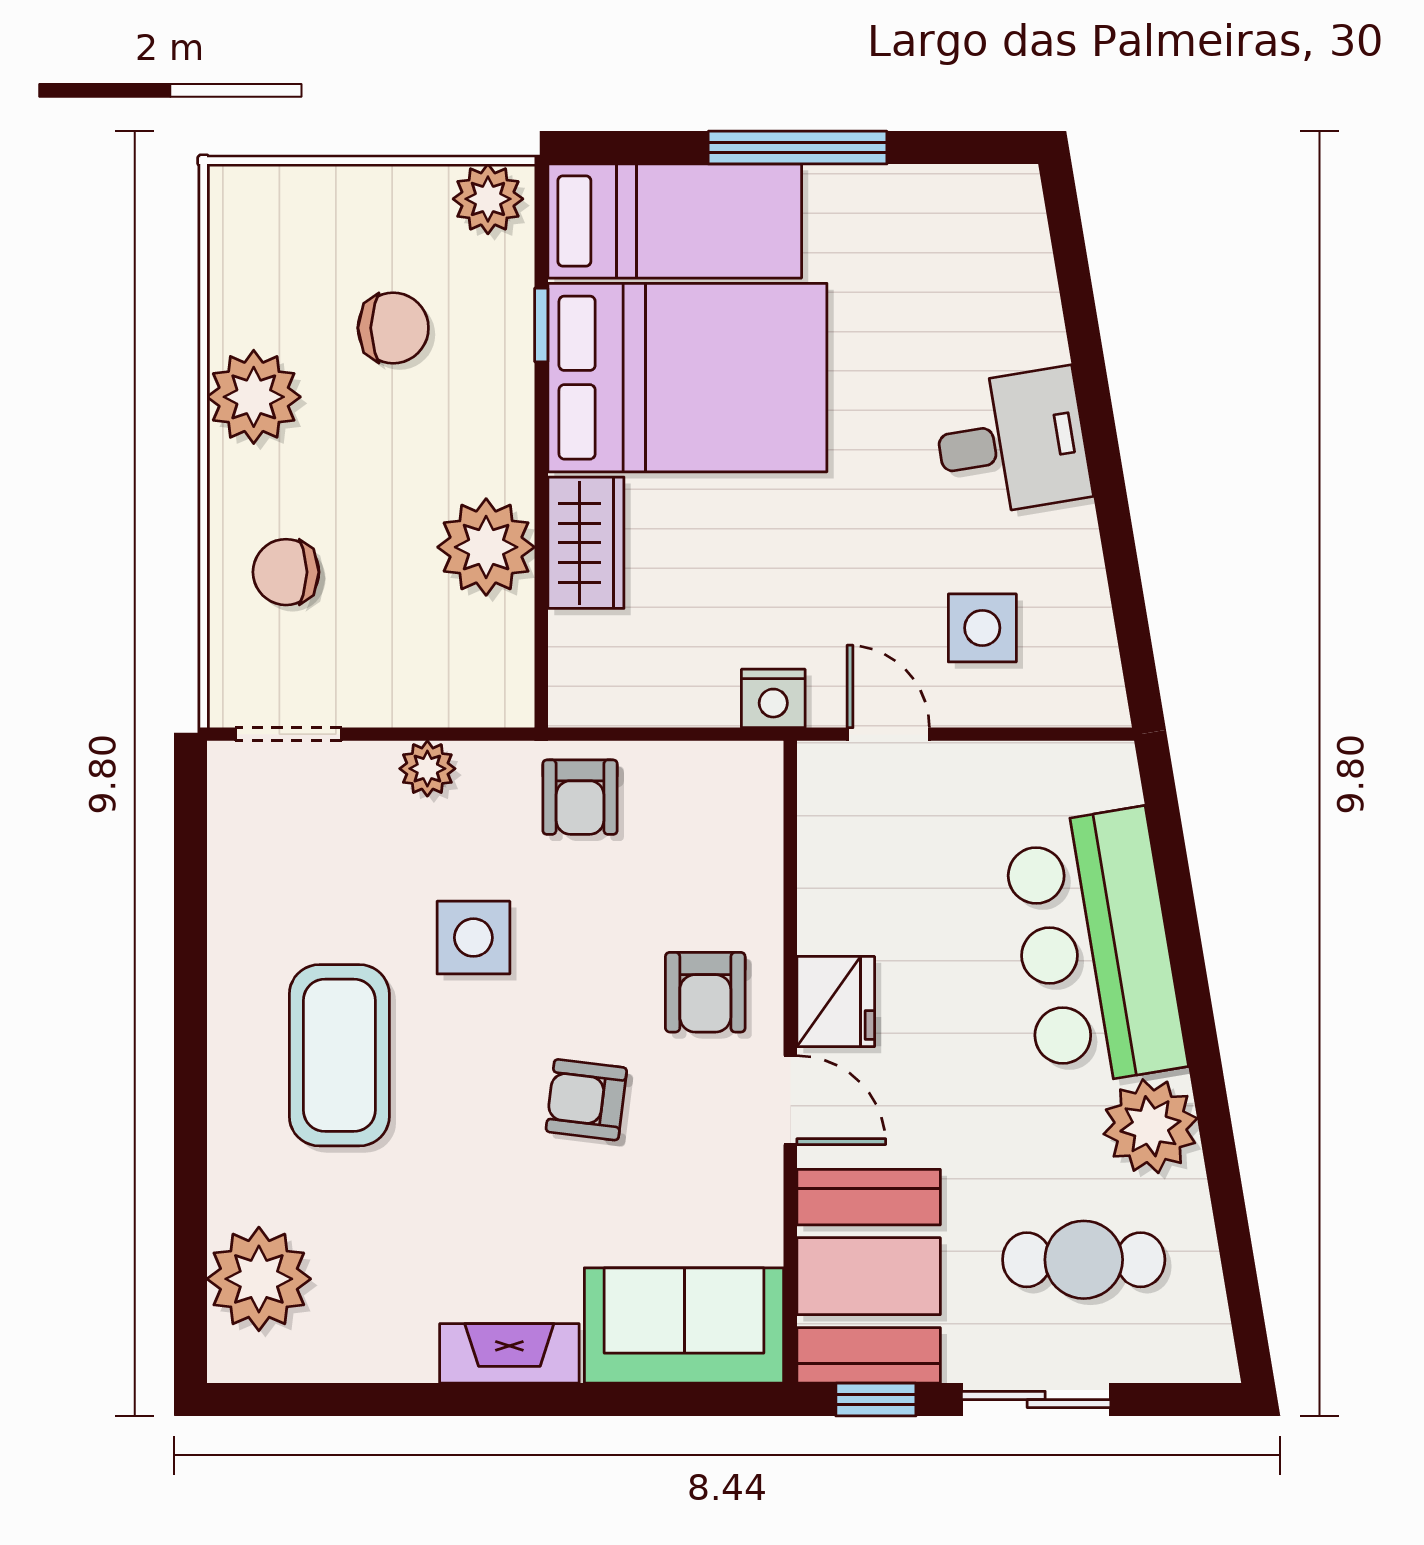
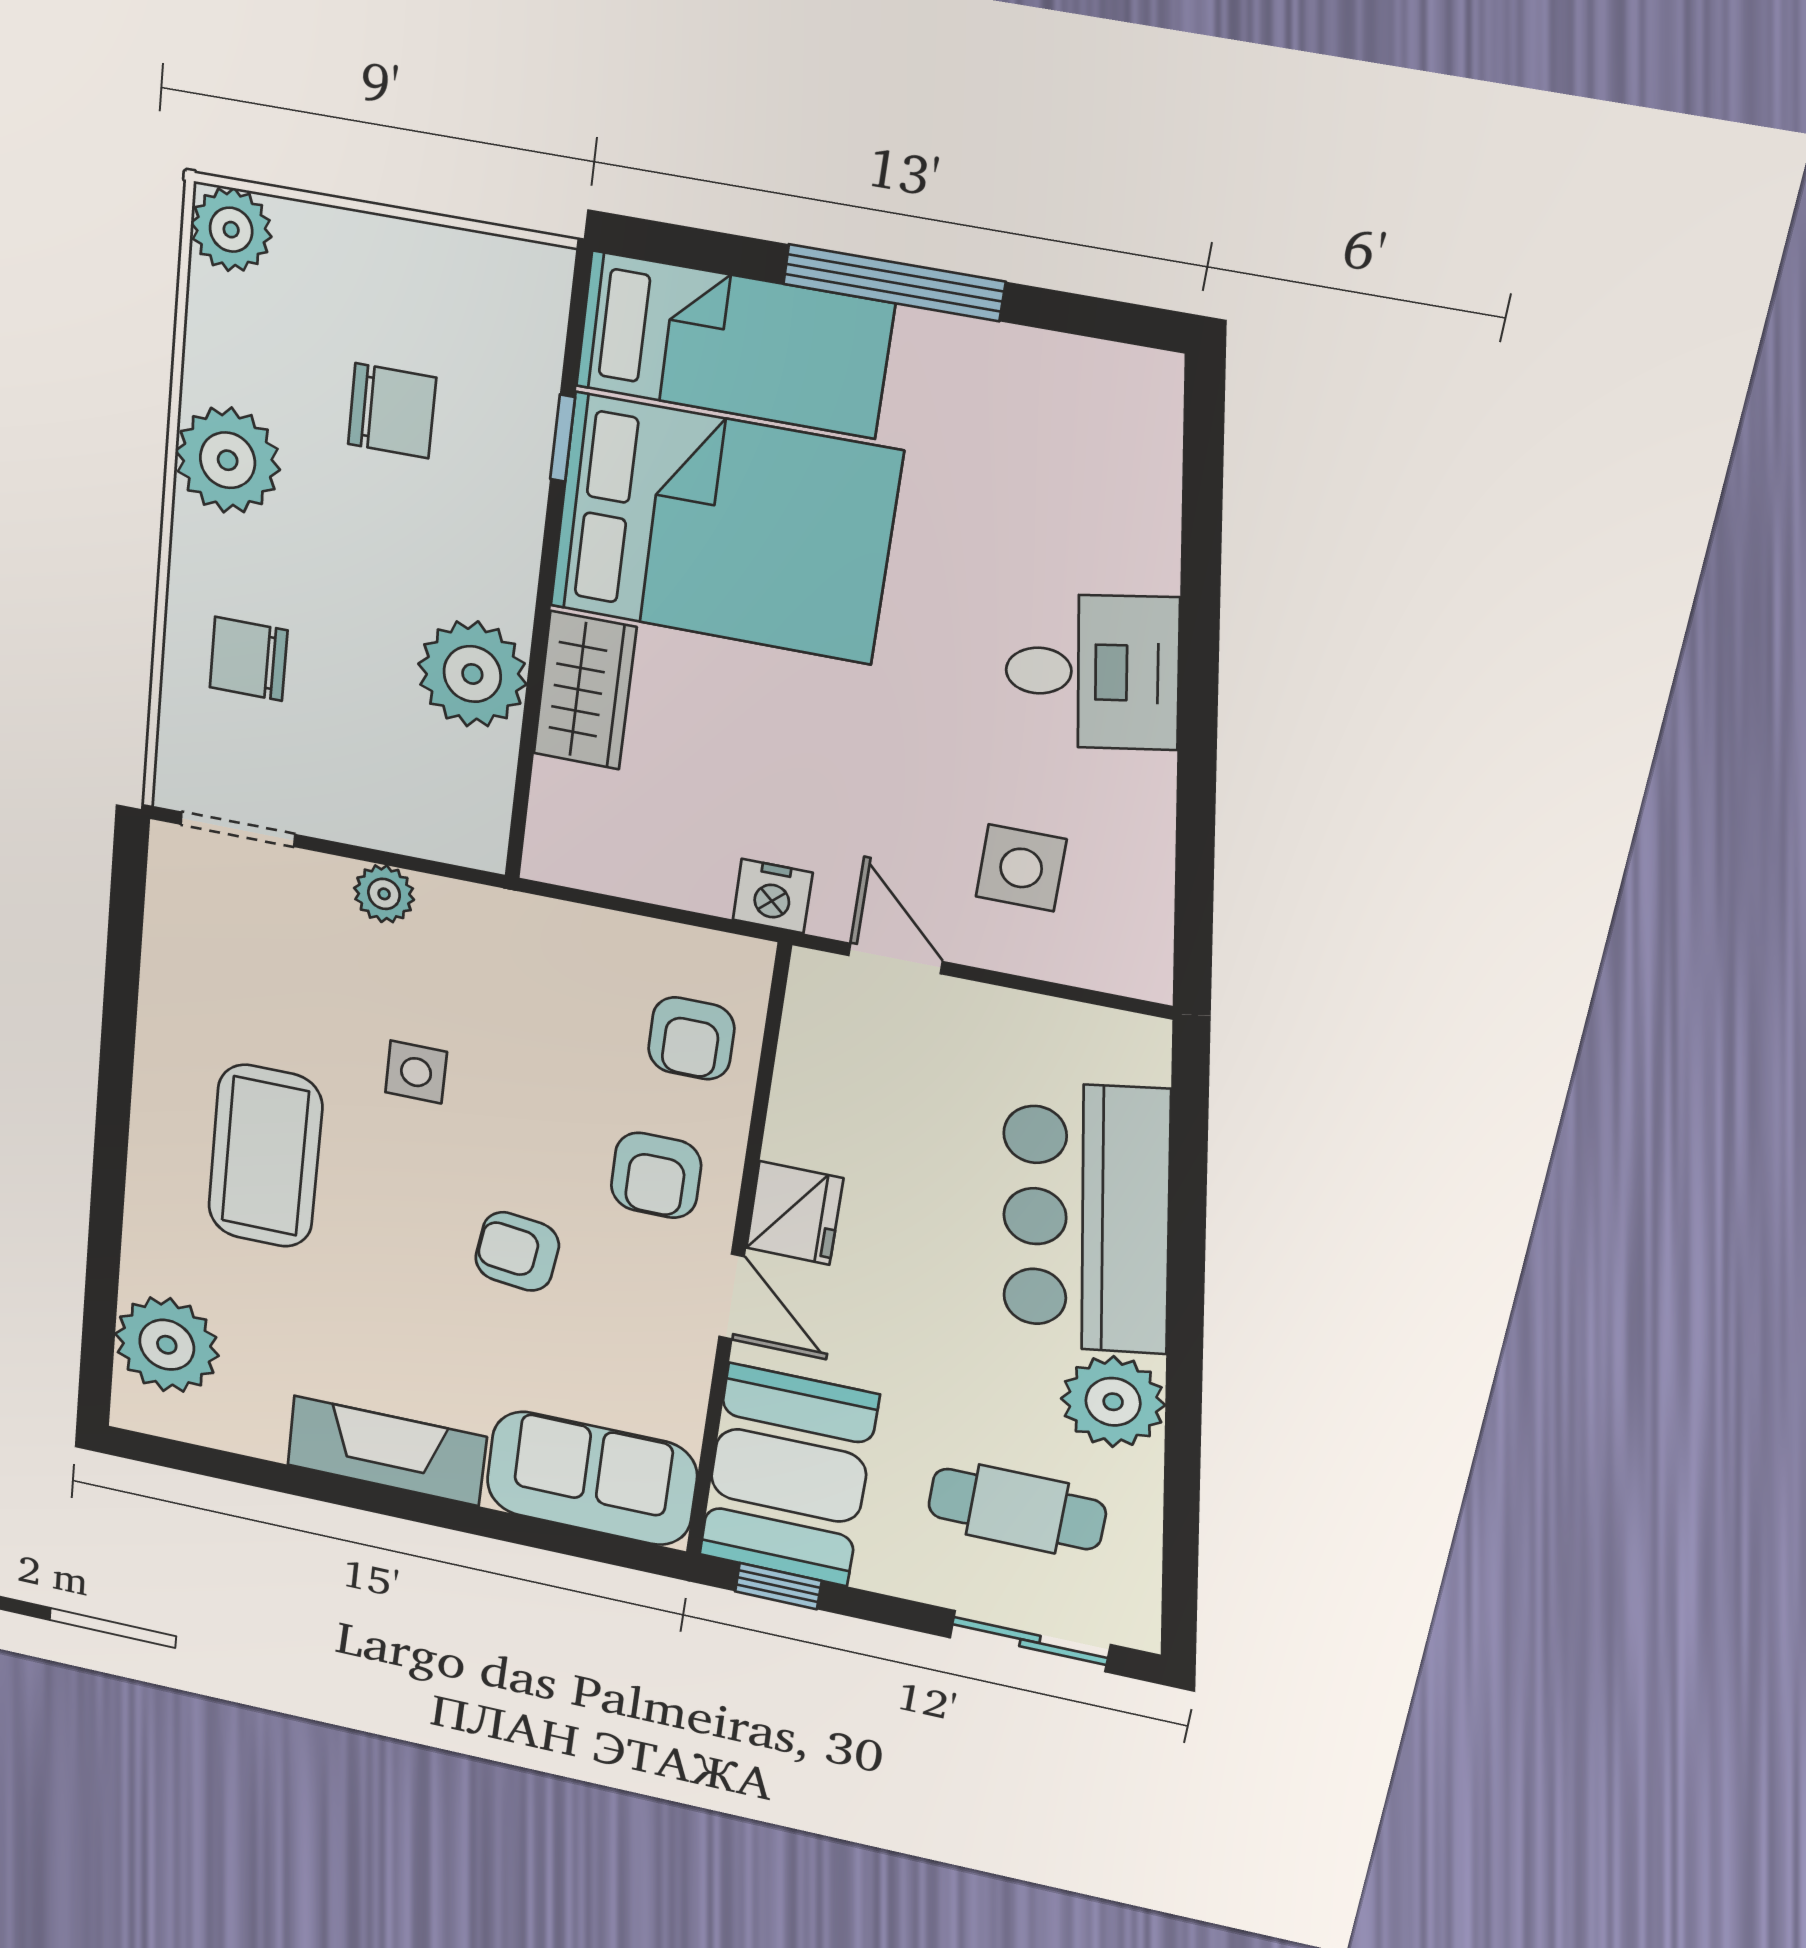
plant: (488, 199) -> (231, 230), moved
armchair: (580, 797) -> (691, 1038), moved
side table: (473, 938) -> (416, 1072), width x0.73, depth x0.73
fireplace: (509, 1353) -> (387, 1451), width x1.37, depth x1.32
sliding door: (1036, 1400) -> (1030, 1641), moved

